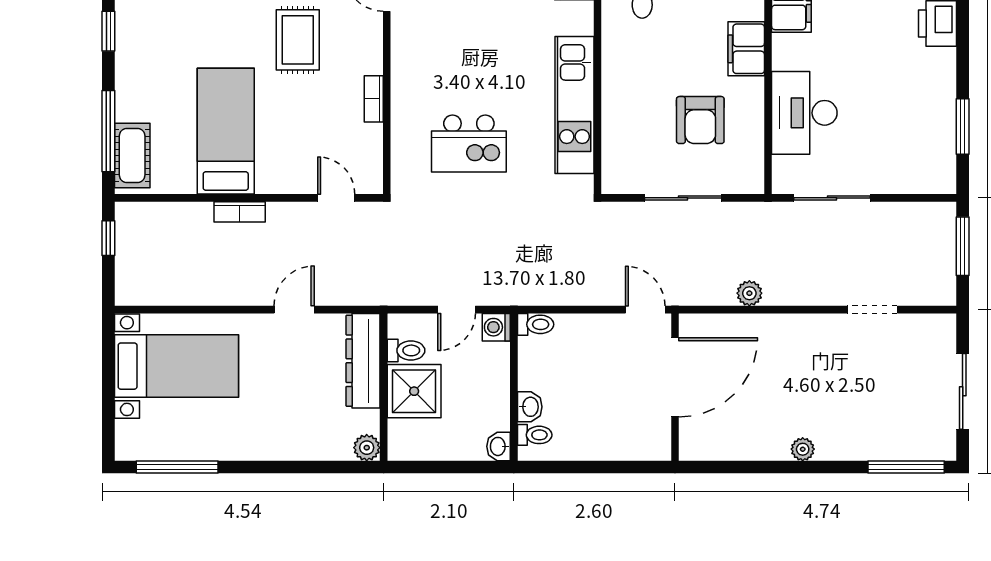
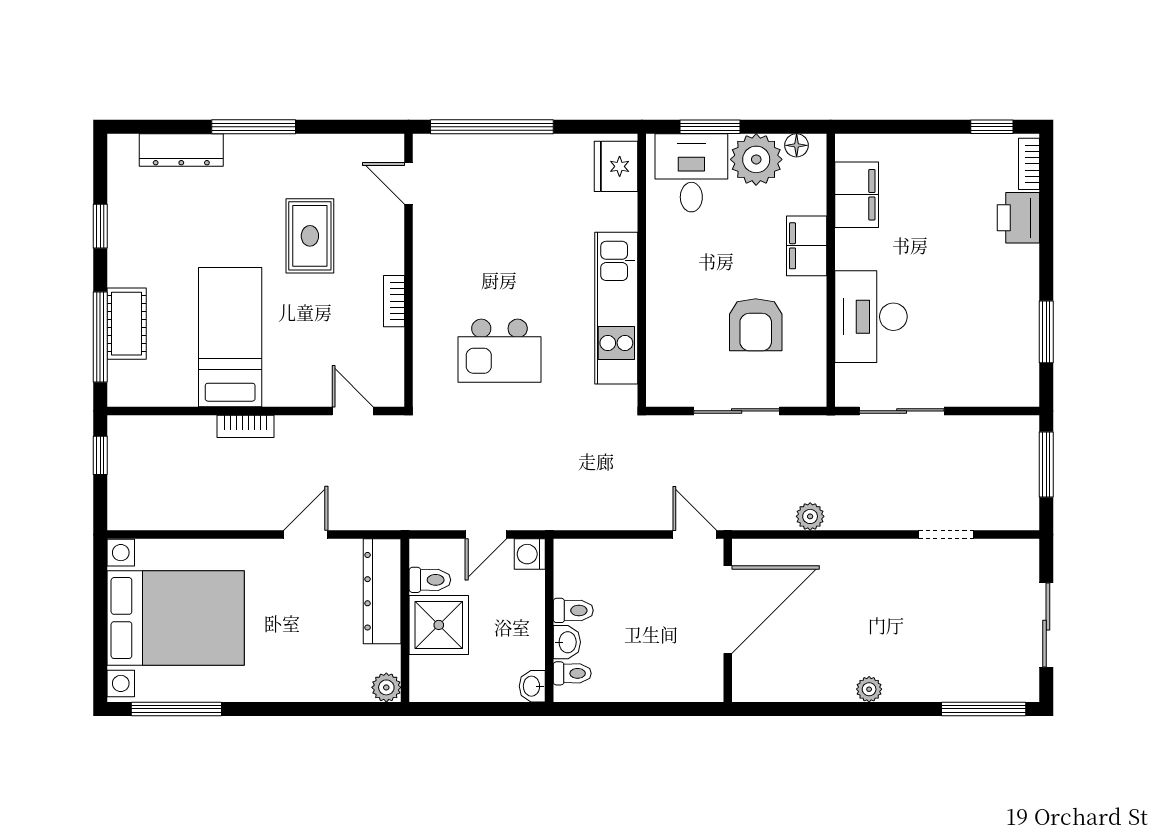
cot: (132, 155) -> (127, 324), moved
toilet: (536, 324) -> (573, 610), moved
bed with nightstands: (176, 366) -> (176, 618), width x1.36

